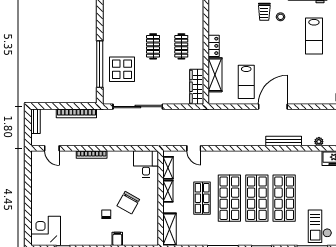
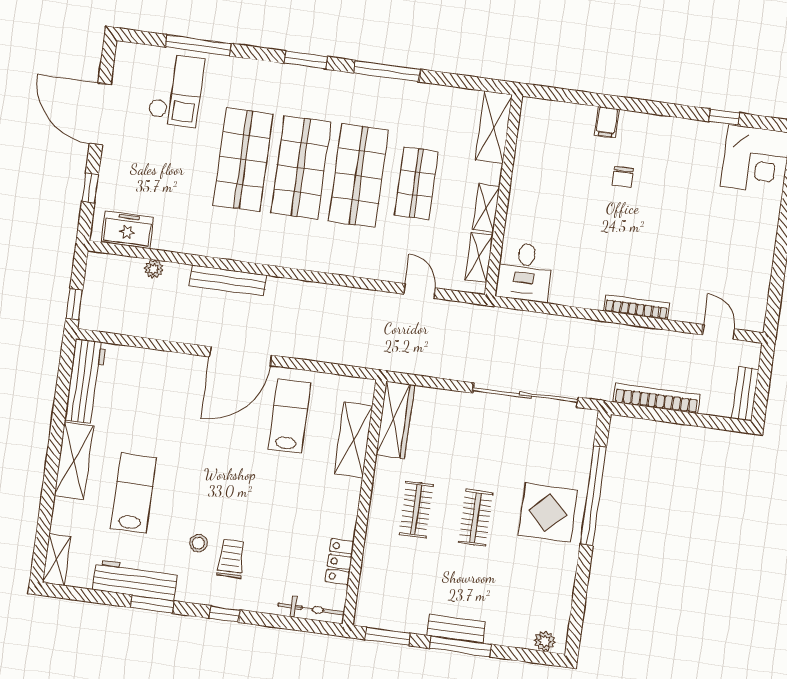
locker: (214, 46) -> (340, 562), moved
display table: (122, 69) -> (548, 512), moved
chair: (128, 203) -> (573, 195), removed

